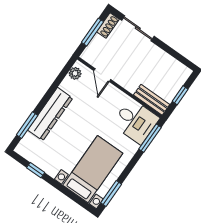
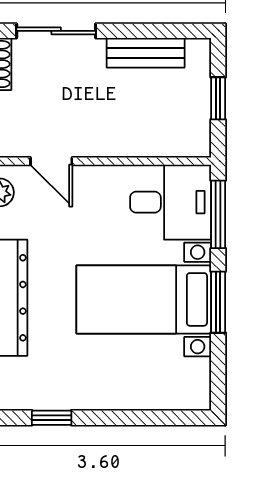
bench: (152, 100) -> (146, 53), moved
bed with nightstands: (93, 169) -> (144, 299), moved, turned -90
window: (111, 193) -> (218, 302), moved

